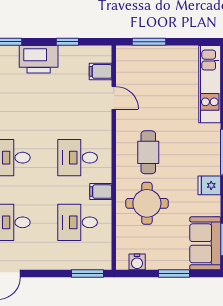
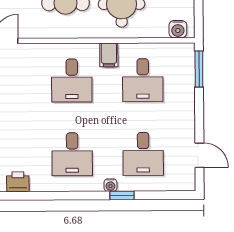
water cooler: (137, 262) -> (178, 29), moved, turned 90

